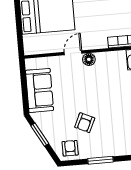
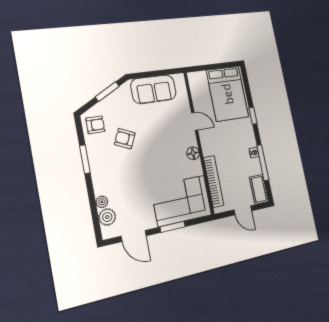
floor lamp: (89, 59) -> (193, 153), moved

